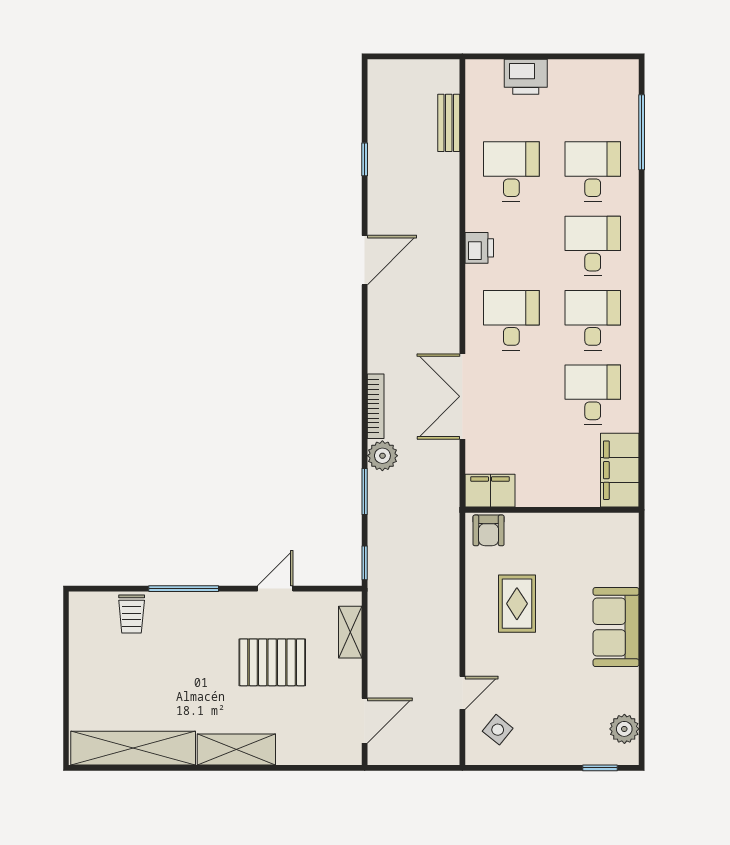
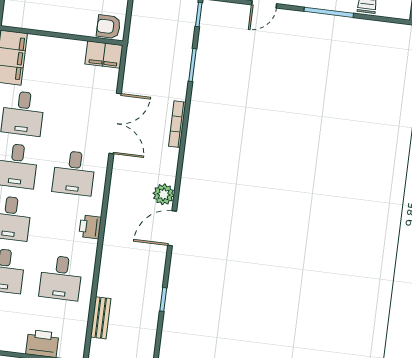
plant: (382, 456) -> (164, 194), moved
armchair: (489, 530) -> (108, 27), turned -90

